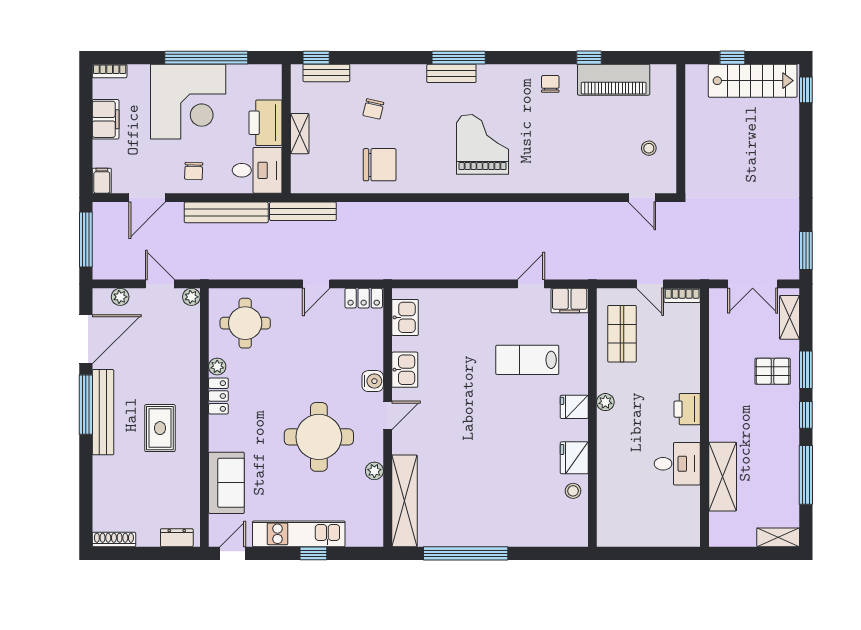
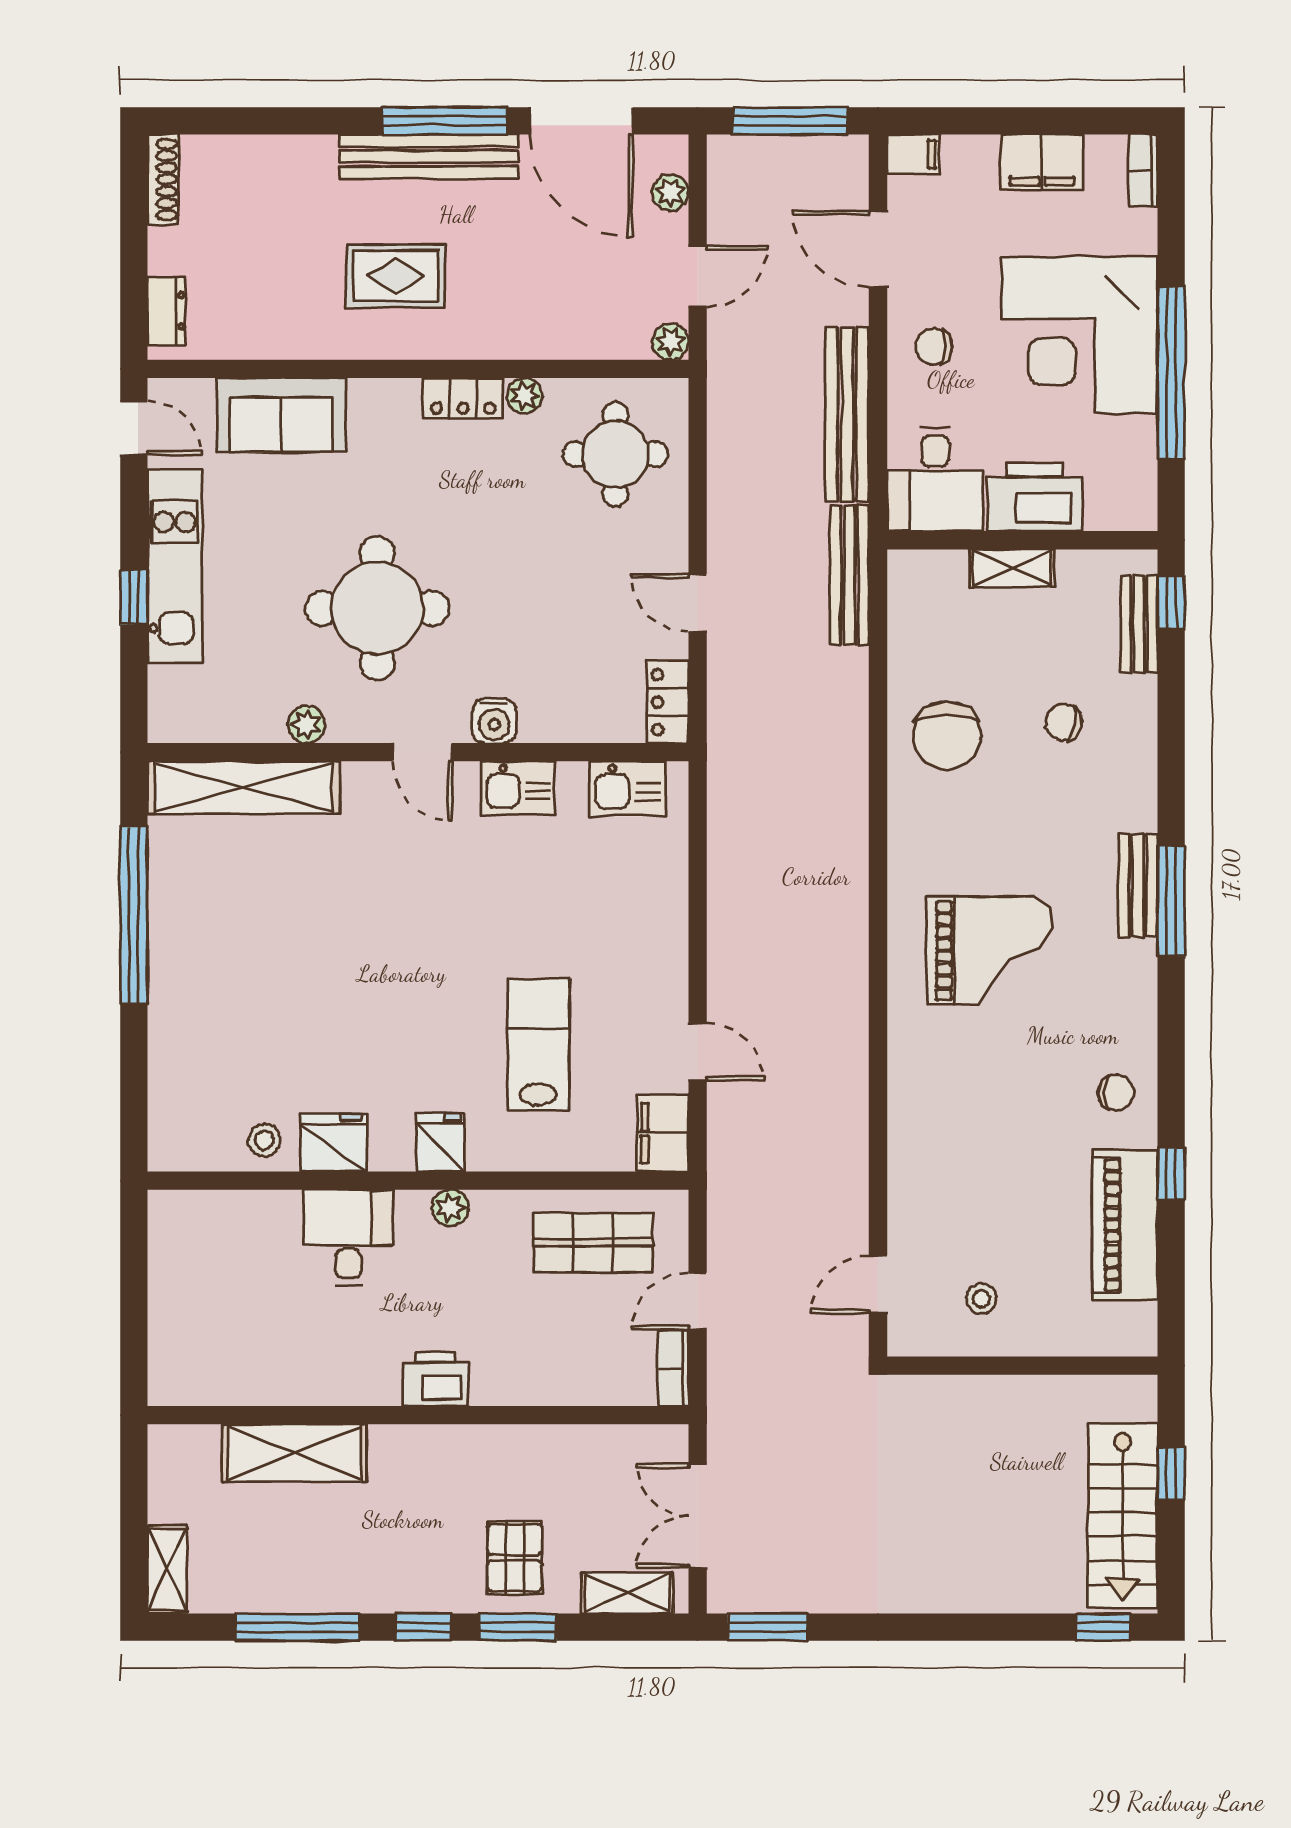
desk: (677, 464) -> (348, 1238), moved, turned 180

